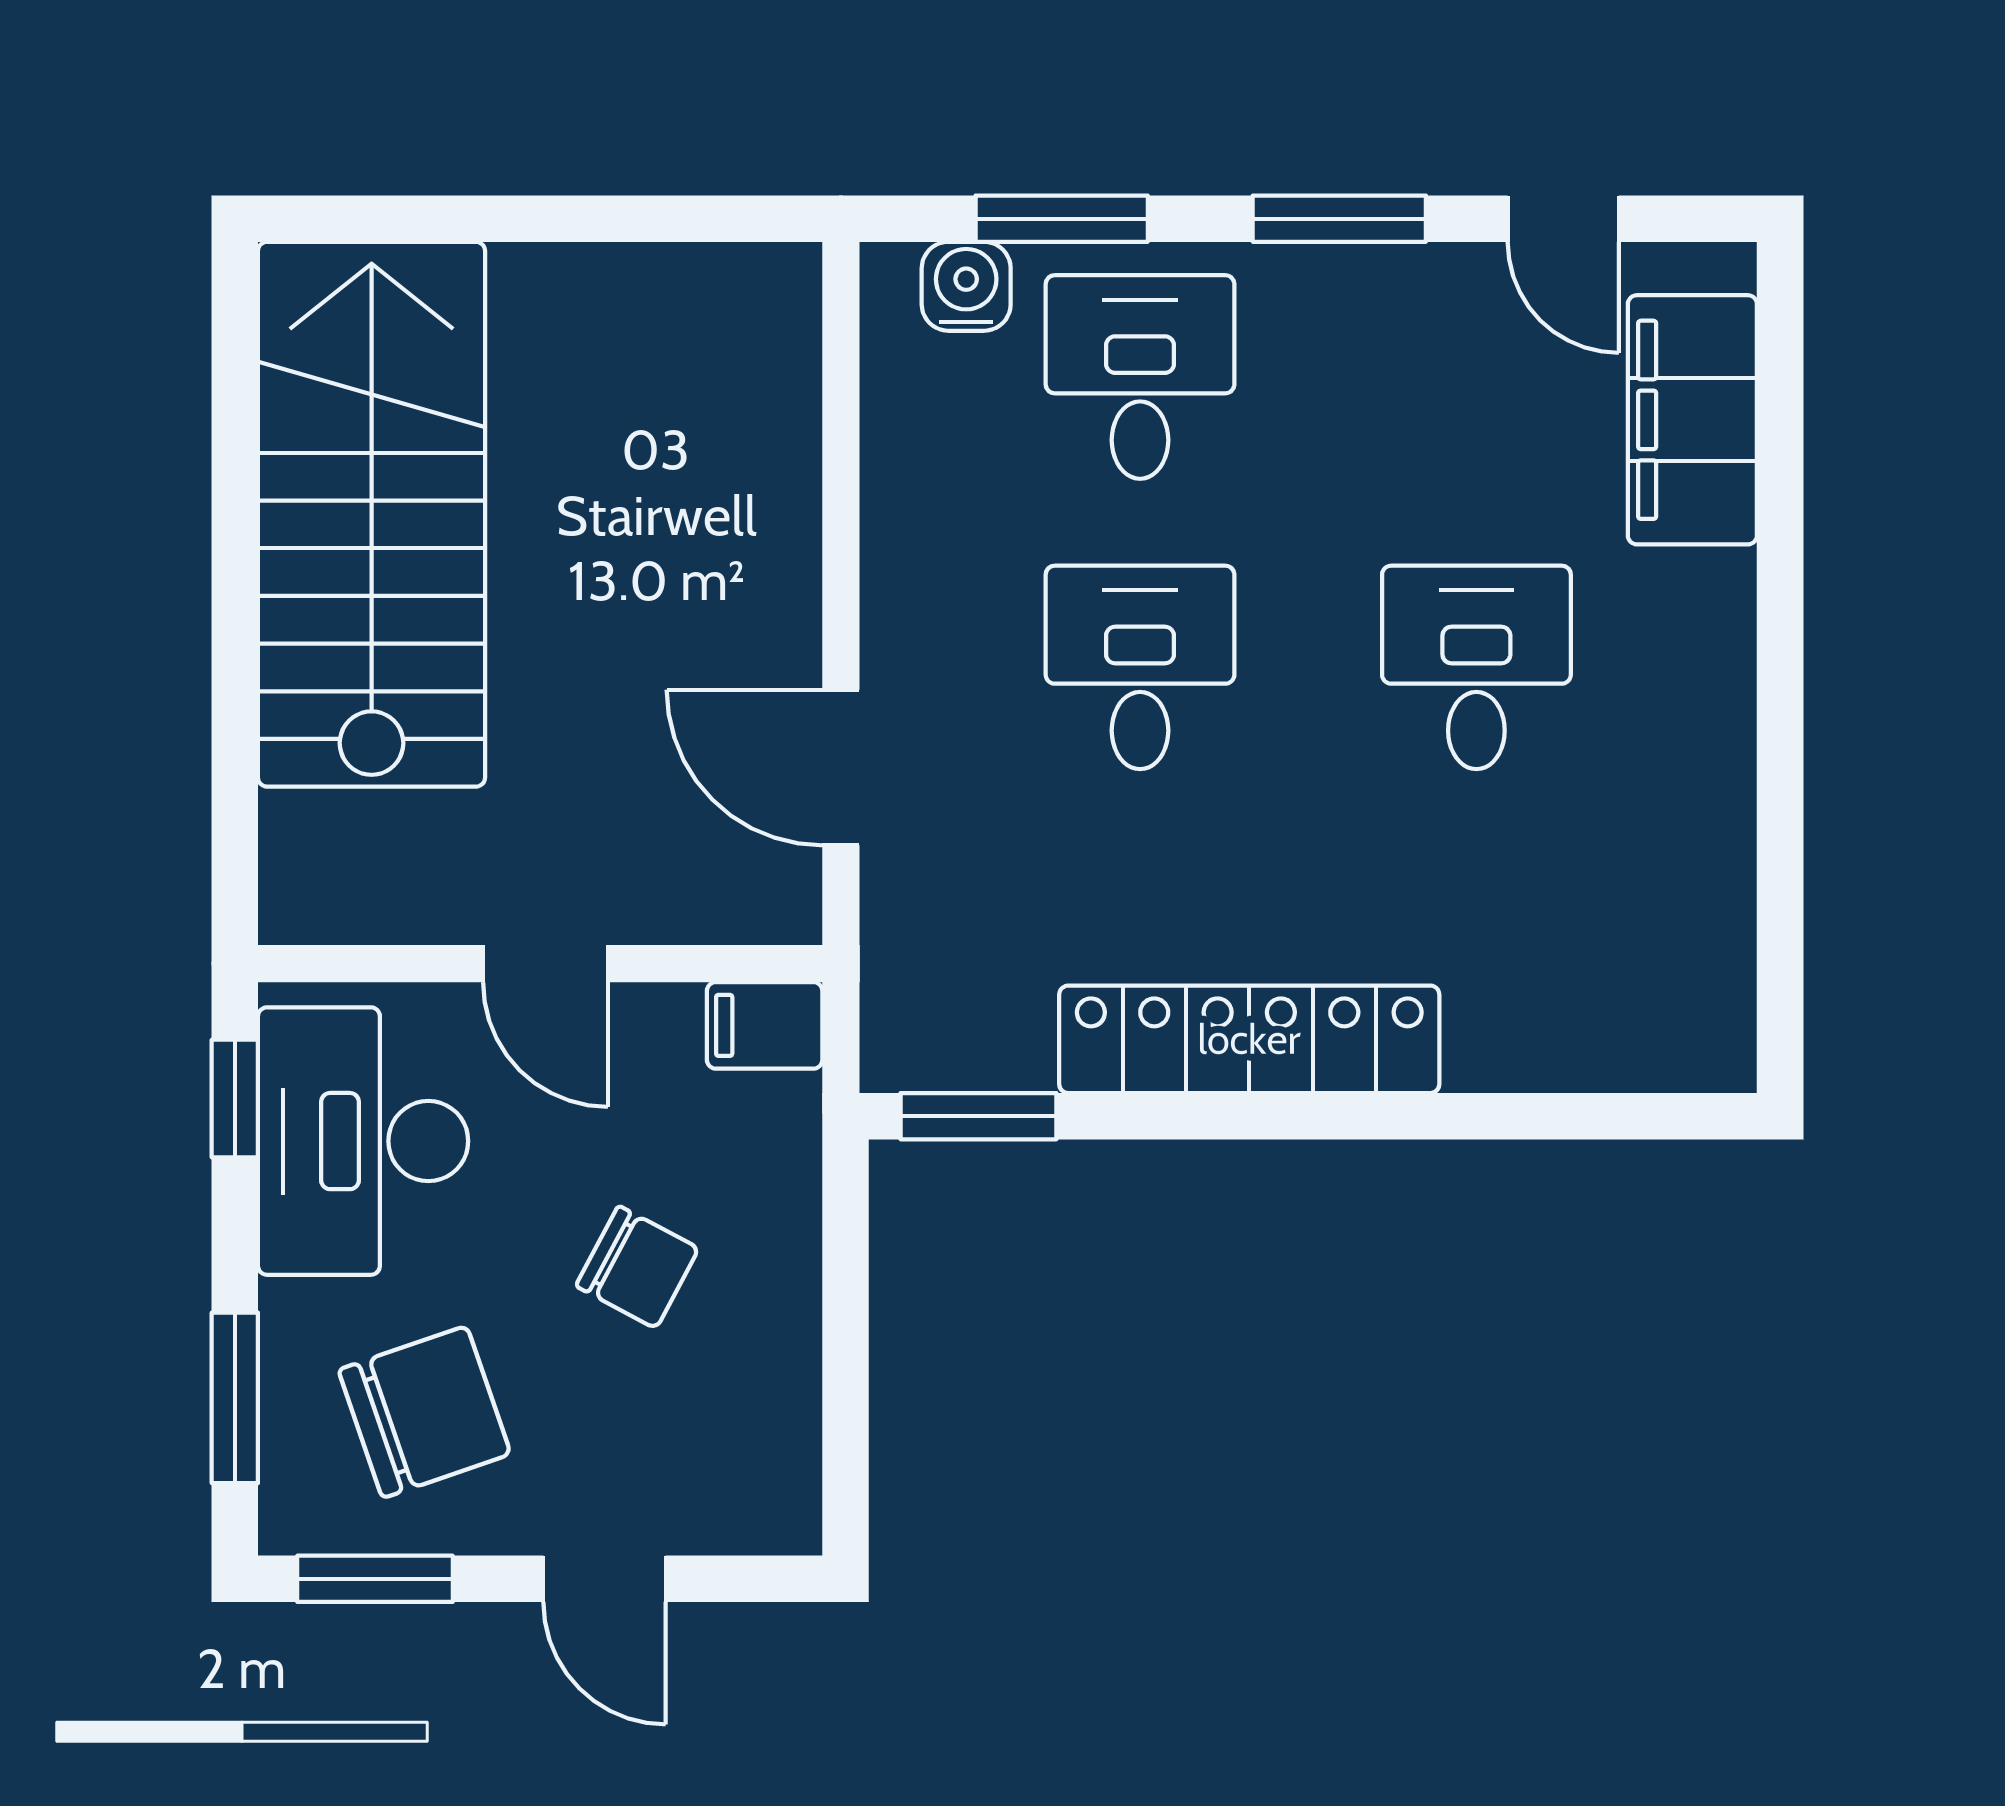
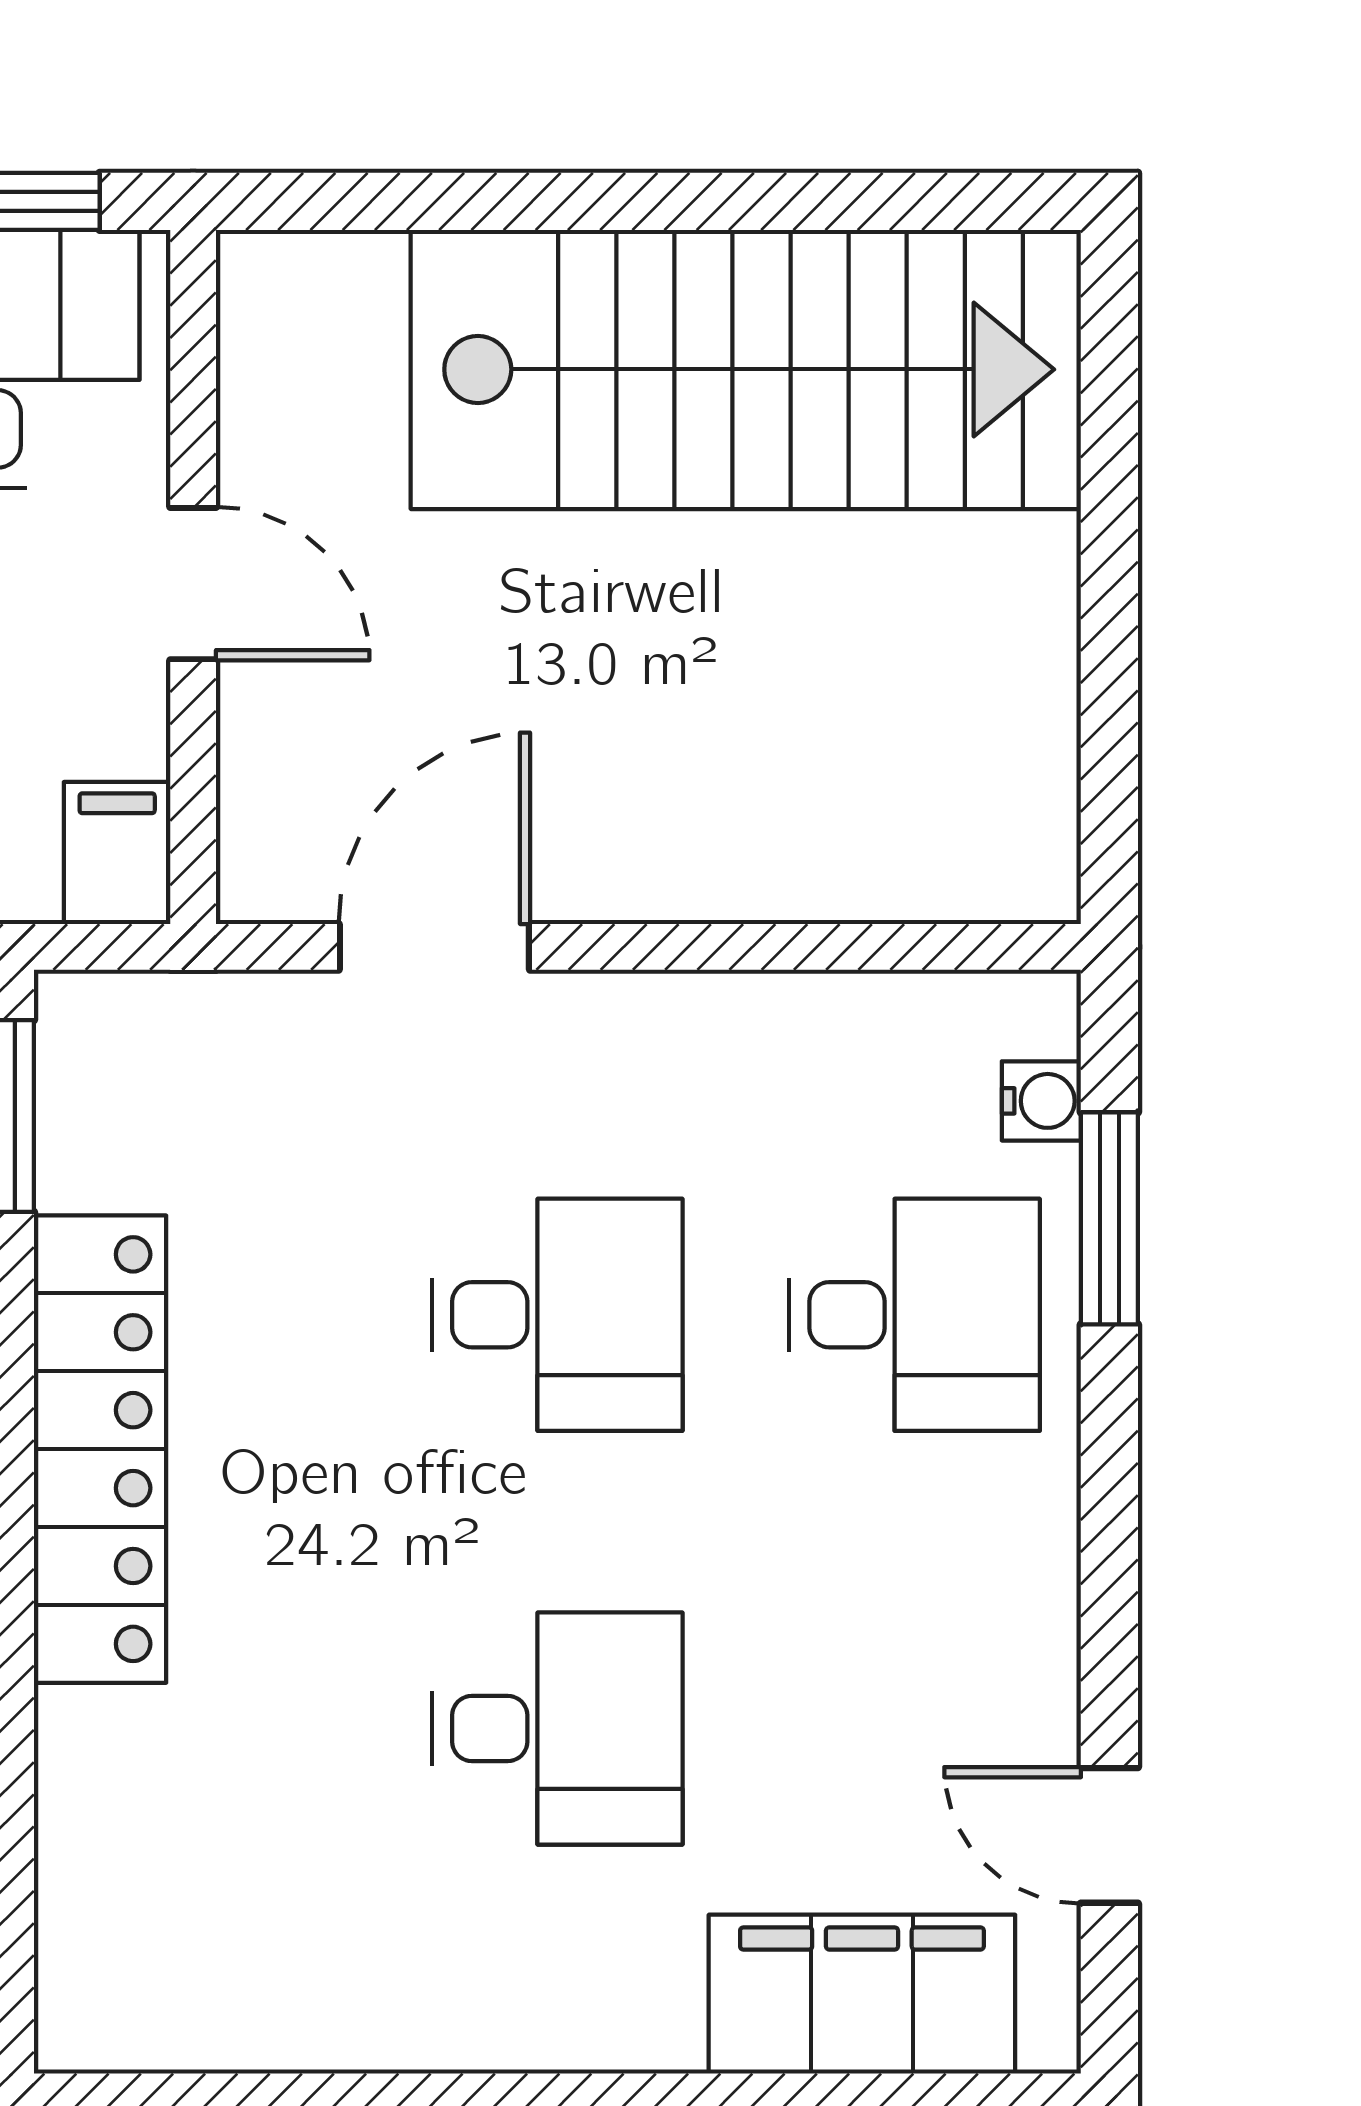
window: (1339, 219) -> (1109, 1560), removed
door: (1563, 219) -> (1109, 1835), hinge flipped
water cooler: (966, 286) -> (1041, 1101), width x0.72, depth x0.72
door: (546, 964) -> (193, 584), swing flipped

